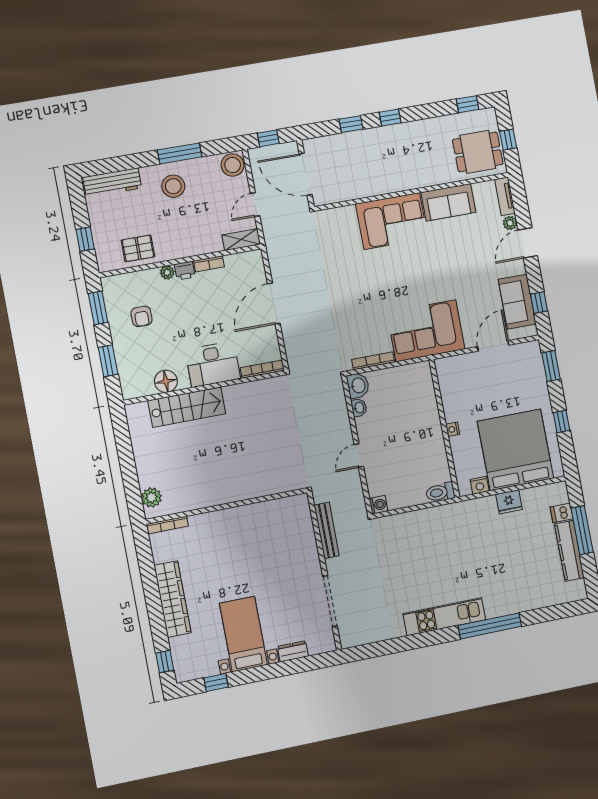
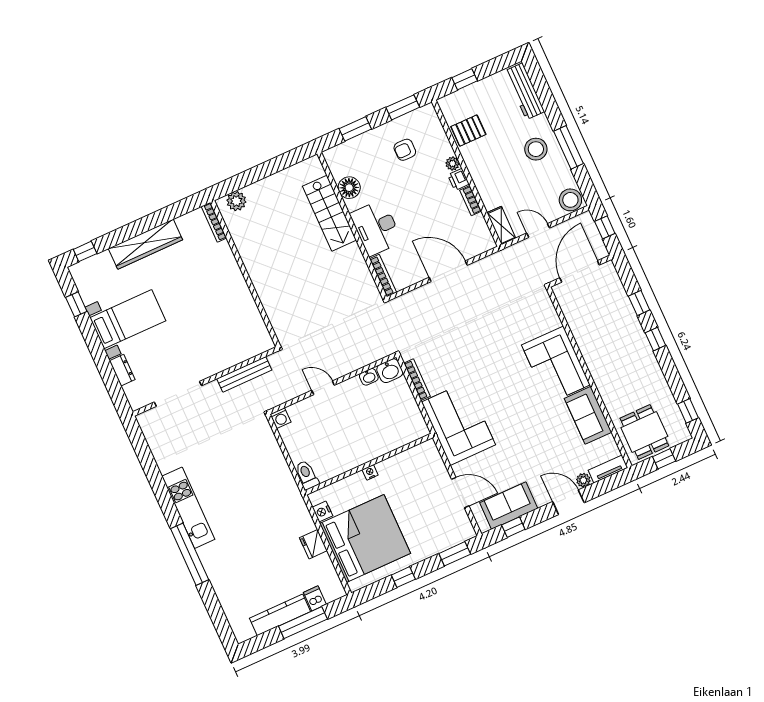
pallet: (138, 248) -> (468, 131), turned 90

